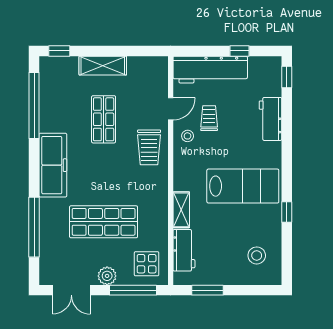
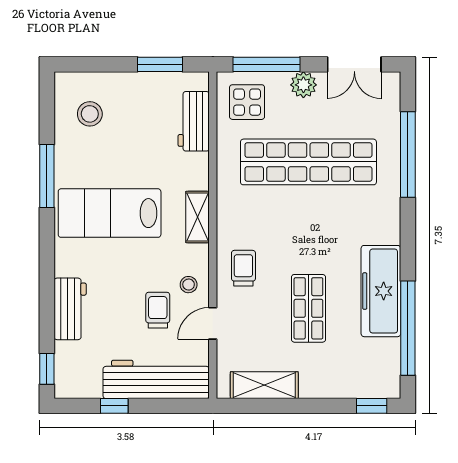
shelving: (103, 66) -> (264, 385), moved
trolley: (209, 118) -> (158, 310), turned 180
trolley: (149, 147) -> (243, 268), width x0.73, depth x0.72
freezer: (53, 165) -> (381, 291), moved
shelving: (181, 210) -> (197, 217), moved
window: (287, 212) -> (47, 176), width x2.17
shop shelf: (104, 222) -> (308, 162), width x1.40
double door: (71, 290) -> (354, 64), swing flipped

